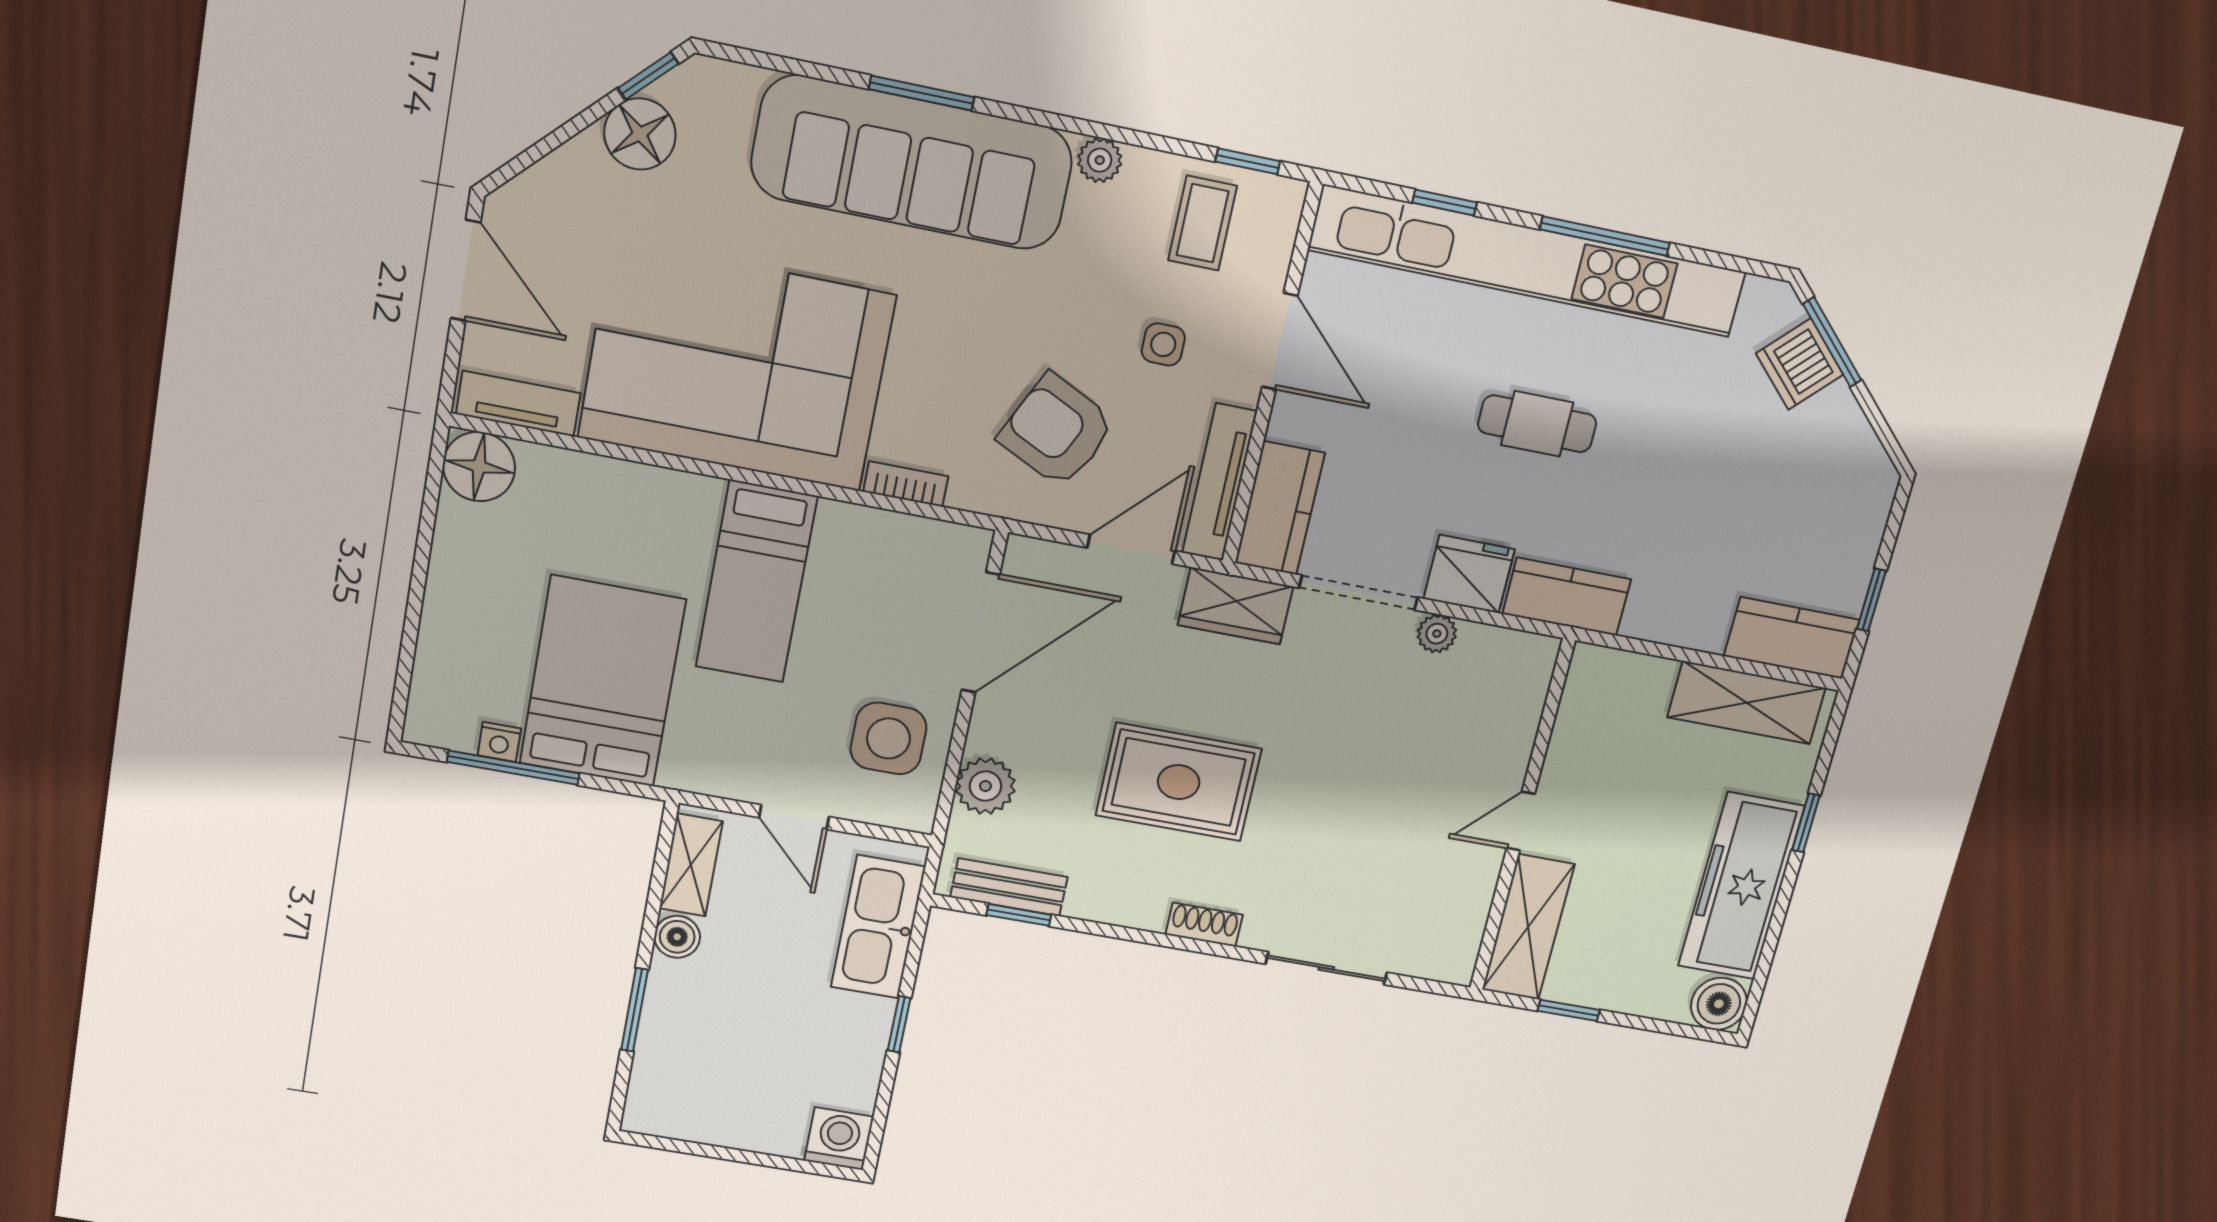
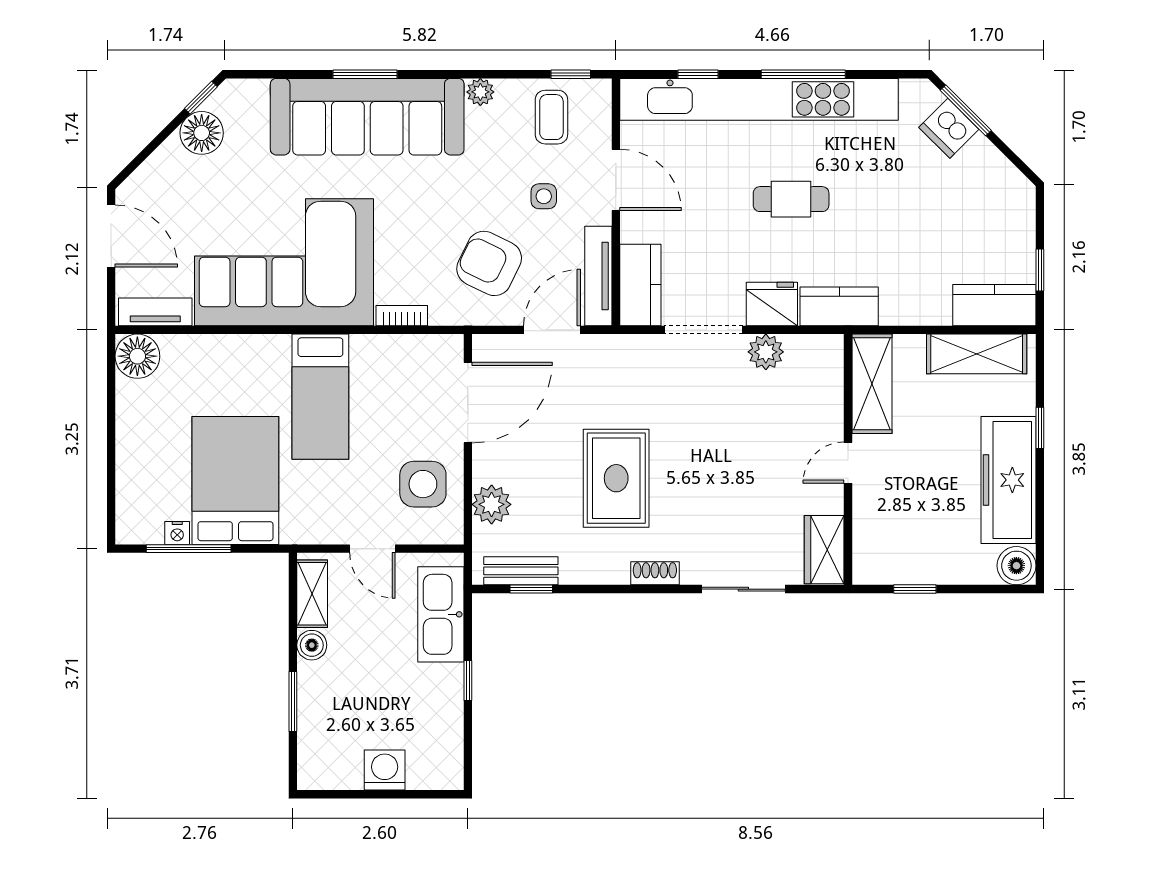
wardrobe: (1236, 606) -> (824, 550), moved, turned 90
plant: (1437, 634) -> (766, 352), width x1.38, depth x1.38
rug: (1179, 782) -> (616, 478), turned 90
shelving: (1528, 927) -> (872, 384), moved
washing machine: (839, 1139) -> (385, 770), moved

